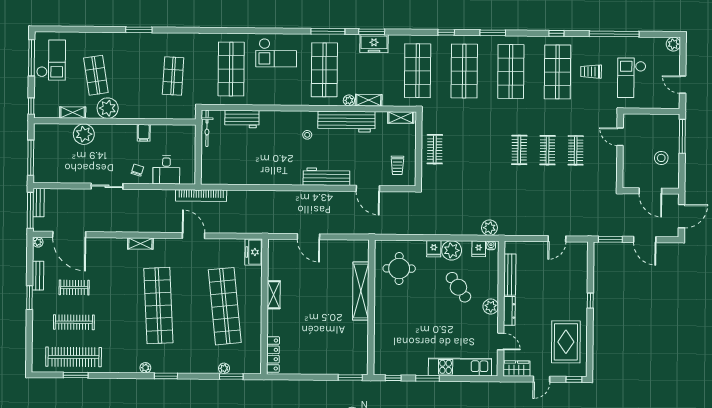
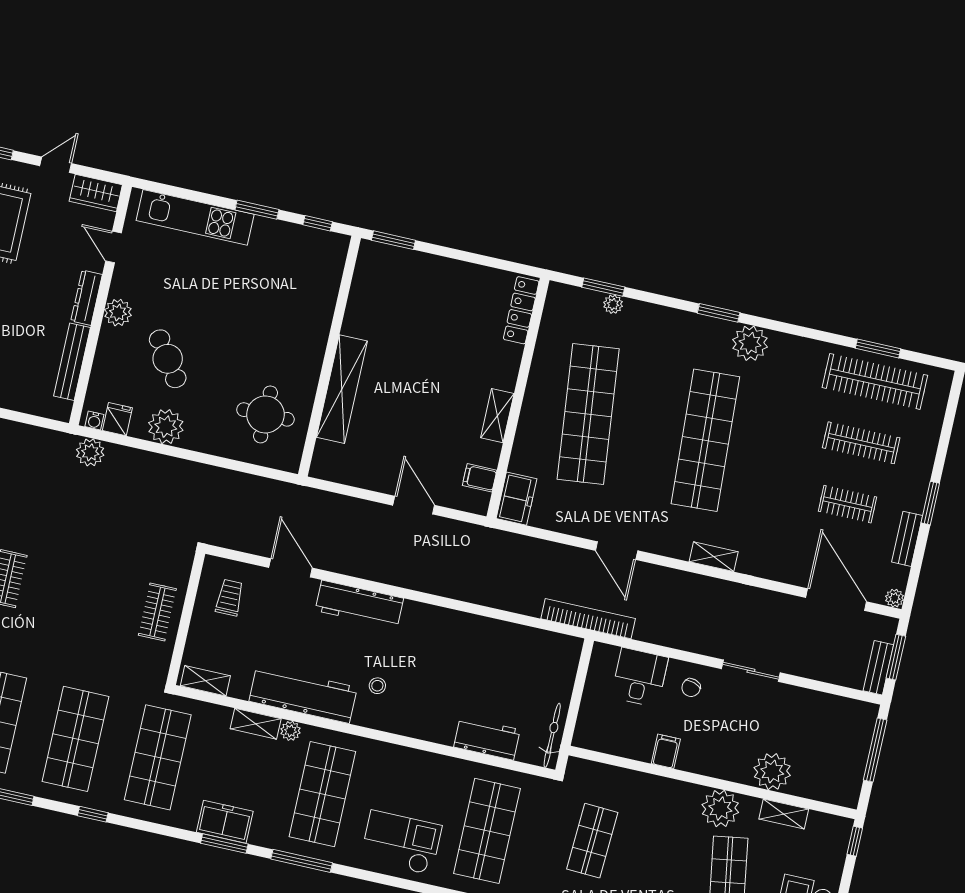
window: (30, 210) -> (896, 657), width x0.69
fridge: (434, 249) -> (197, 436), removed
filing cabinet: (276, 259) -> (480, 478), added
plant: (145, 368) -> (750, 343), width x1.88, depth x1.88

